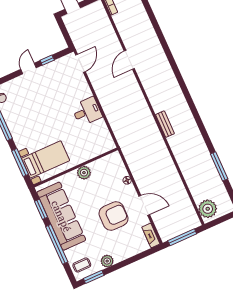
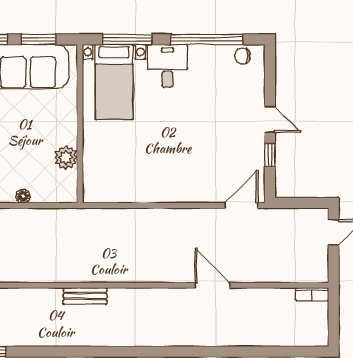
door: (80, 63) -> (241, 205), swing flipped
desk: (87, 111) -> (167, 66), moved, turned 180
plant: (84, 173) -> (66, 158), moved

